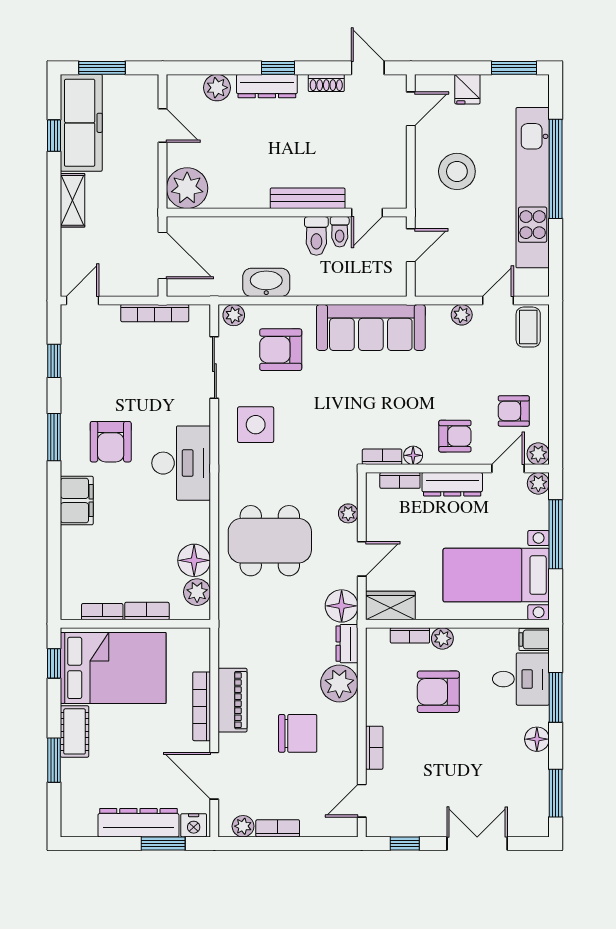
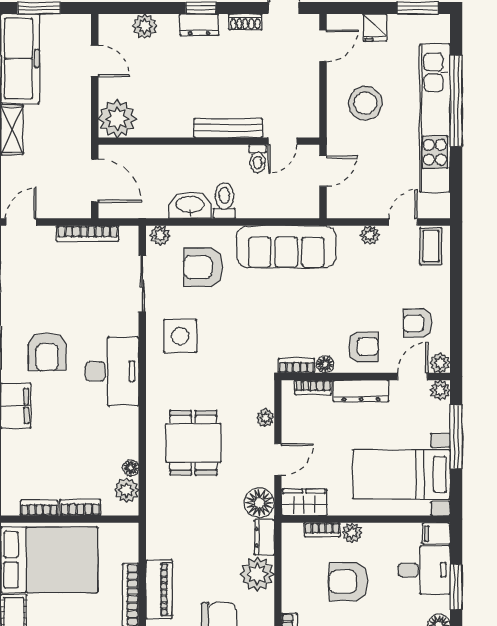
dresser: (267, 86) -> (199, 25), width x0.70
toilet: (316, 236) -> (224, 201), moved, turned 180
dining table: (270, 541) -> (193, 443), width x0.73
floor lamp: (194, 560) -> (131, 468), width x0.53, depth x0.53

